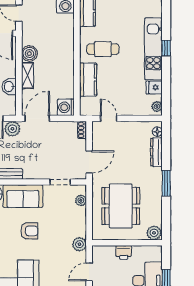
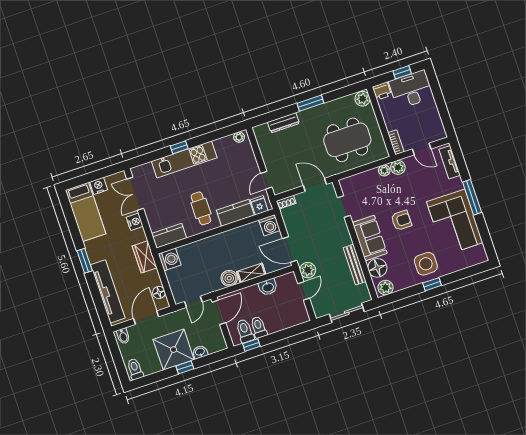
fridge: (154, 88) -> (259, 205), moved, turned 180
floor lamp: (157, 132) -> (263, 129), removed
plant: (81, 200) -> (384, 170), moved
armchair: (29, 231) -> (401, 220), turned 90
bookcase: (103, 250) -> (396, 142), added
printer: (124, 252) -> (382, 91), moved, turned 90

